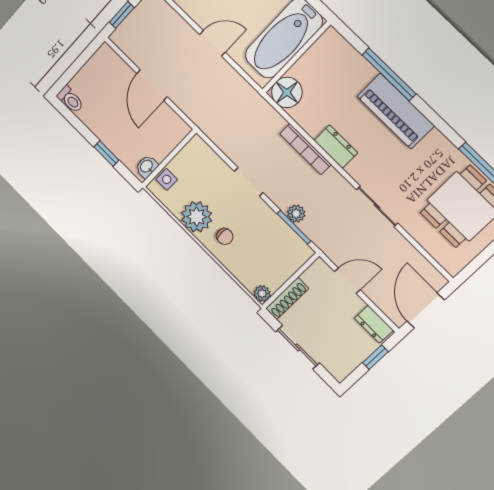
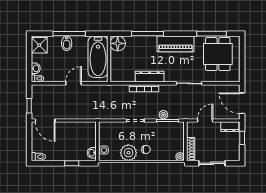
door: (152, 85) -> (45, 120), moved
floor lamp: (287, 92) -> (118, 43), moved
piano: (396, 111) -> (176, 44), moved
dresser: (336, 147) -> (150, 77), width x1.44

